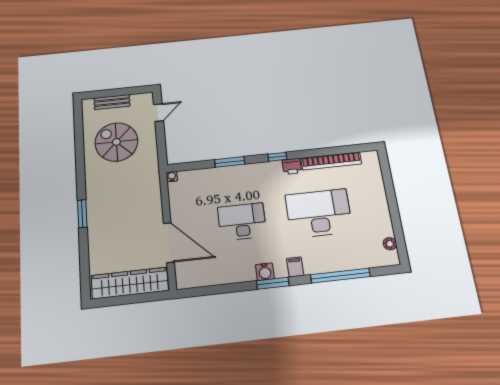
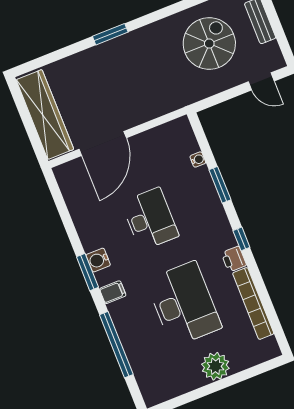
water cooler: (172, 177) -> (198, 160), moved
plant: (390, 244) -> (215, 366), moved, width x1.88, depth x1.88

